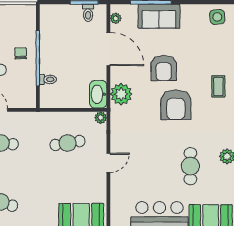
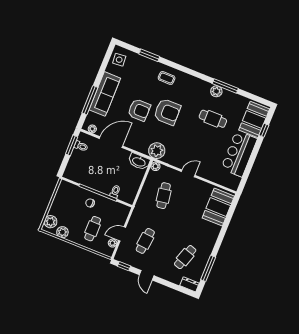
sofa: (159, 16) -> (105, 94), width x1.36
plant: (121, 94) -> (157, 151), moved
door: (108, 163) -> (188, 173), hinge flipped

